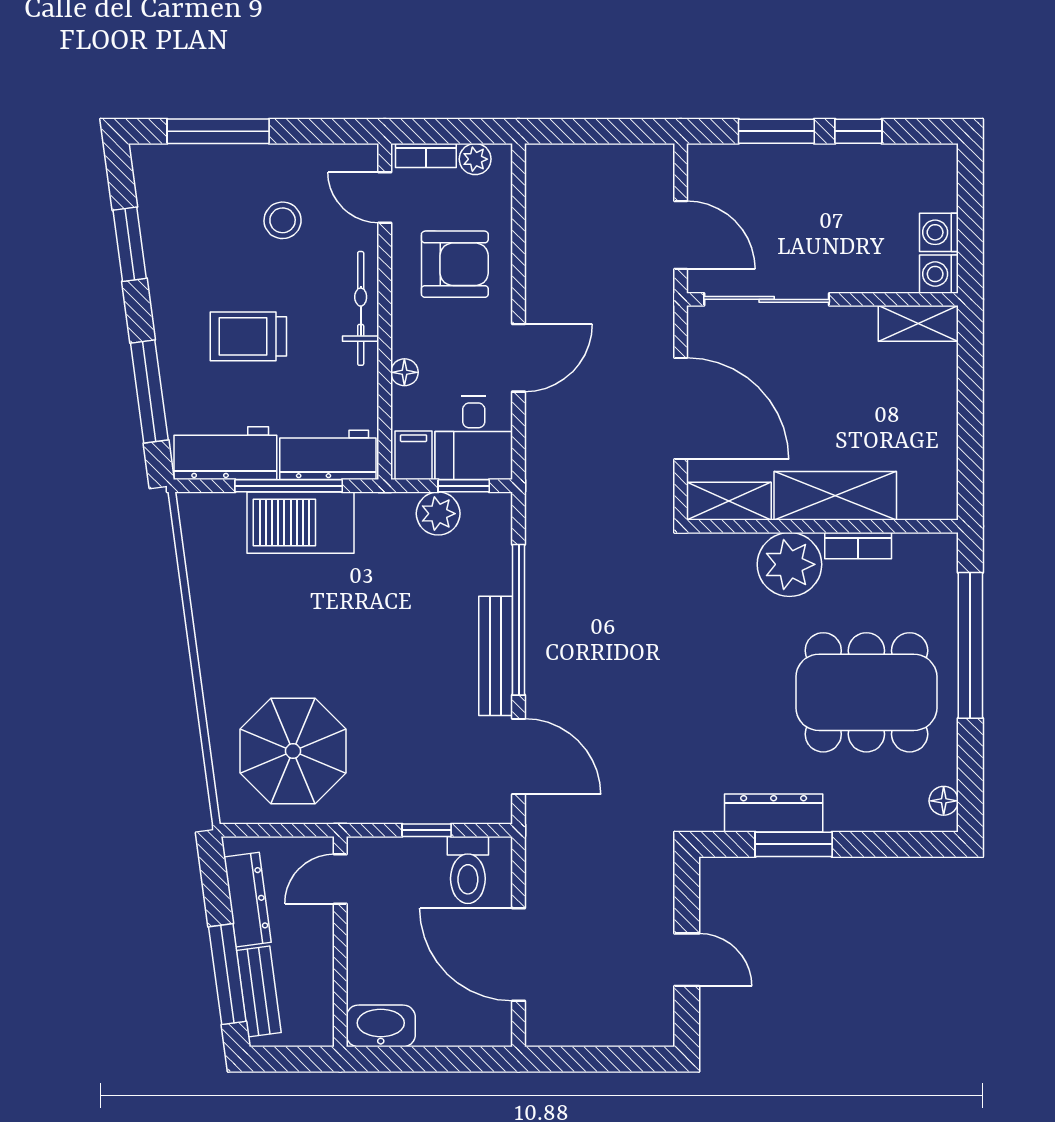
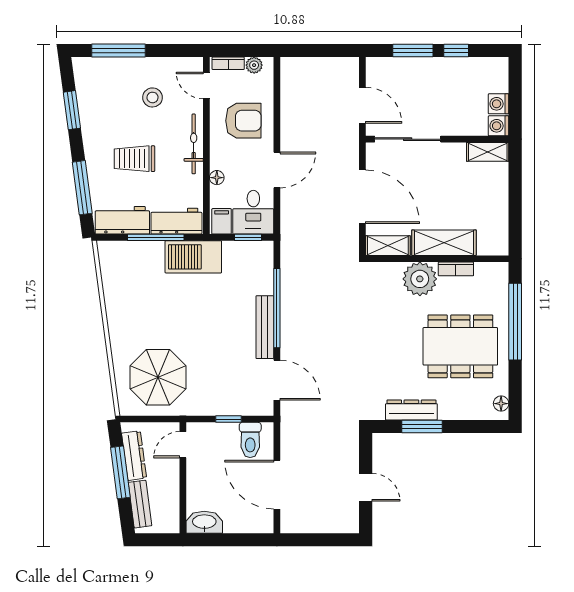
plant: (438, 514) -> (235, 252), removed
barbecue: (300, 523) -> (193, 257), moved
window: (227, 974) -> (120, 472), moved

